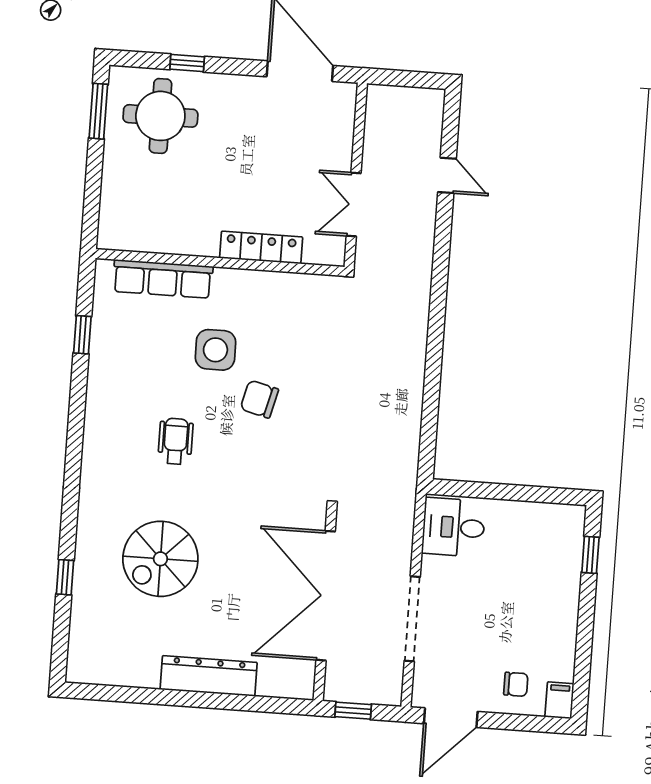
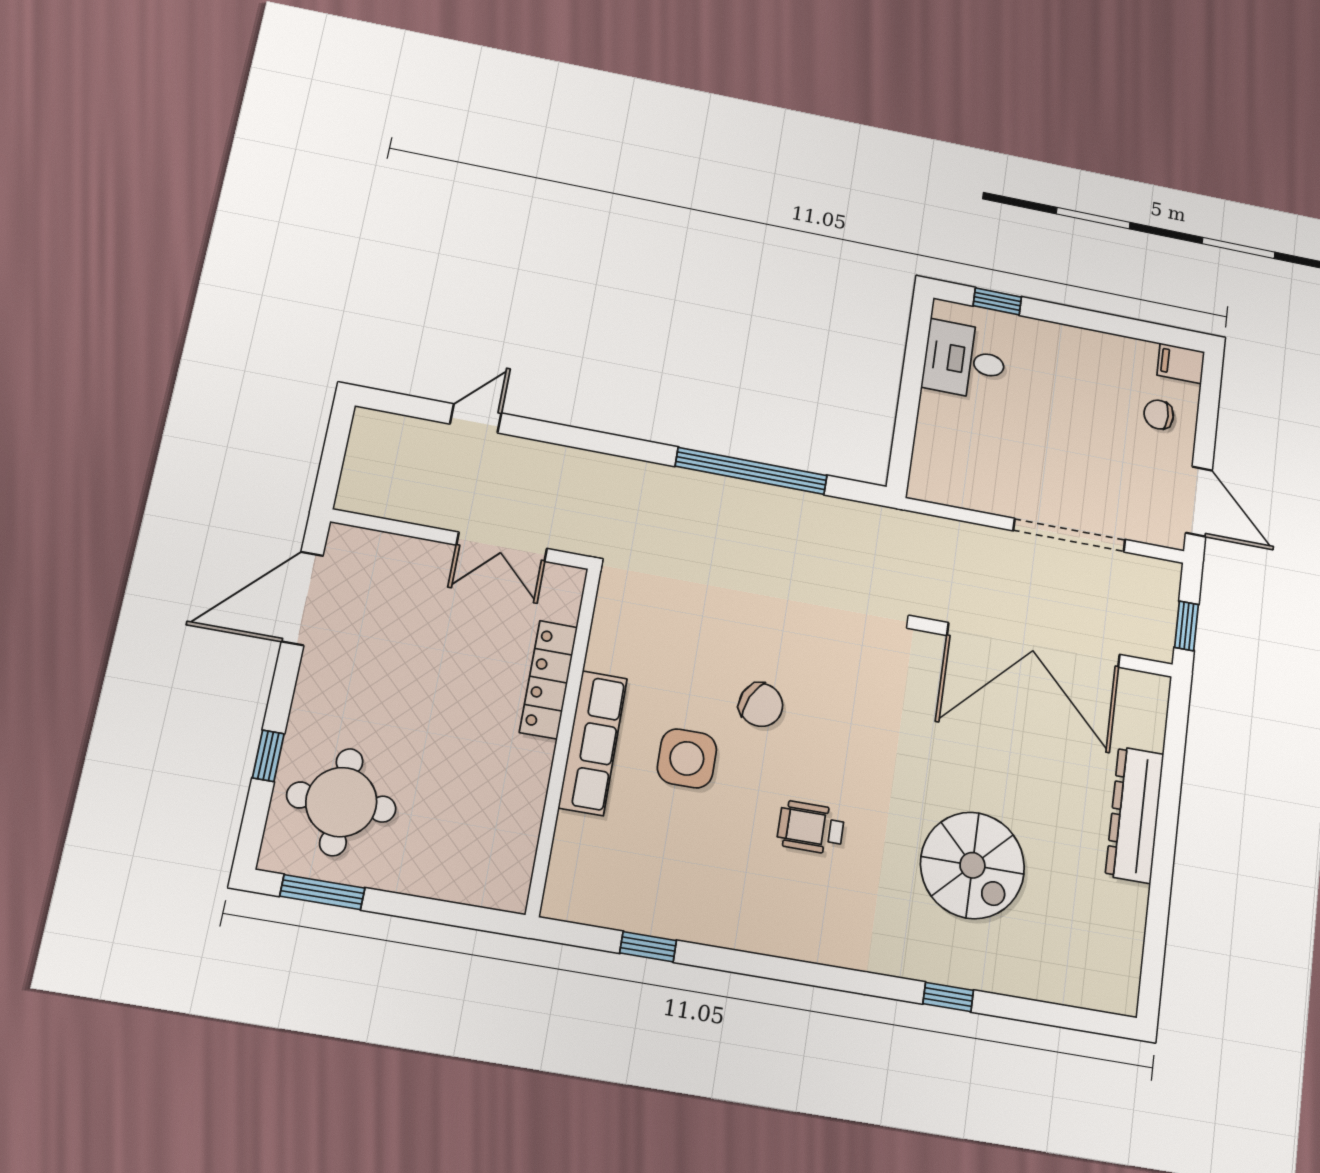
row of seats: (163, 279) -> (593, 743), moved
window: (432, 378) -> (751, 471), added
chair: (259, 399) -> (761, 705), turned -79
desk: (454, 527) -> (965, 360), moved, turned 90
window: (65, 577) -> (948, 997), moved
chair: (516, 684) -> (1159, 415), turned -90

